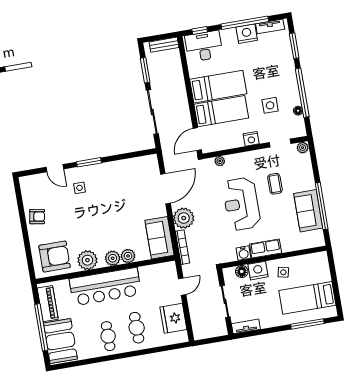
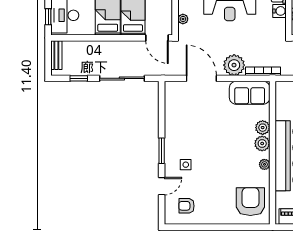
window: (145, 70) -> (79, 78), width x0.67
armchair: (37, 217) -> (187, 206), moved, turned -100
plant: (87, 260) -> (264, 164), width x0.53, depth x0.53

